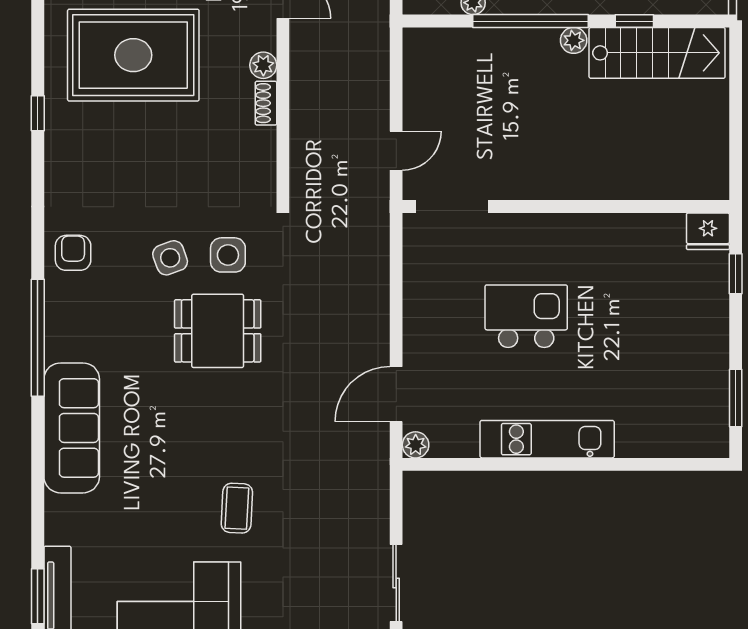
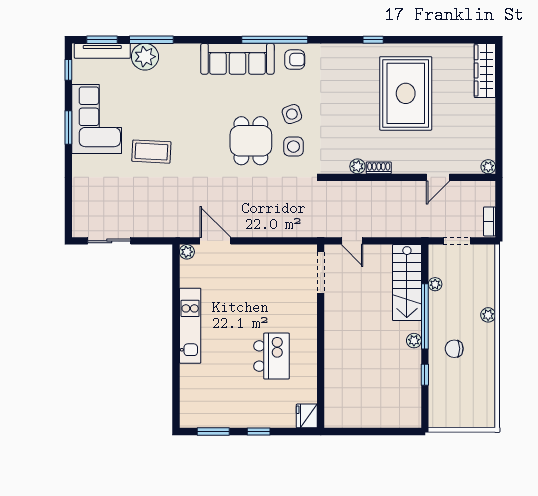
stairs: (657, 53) -> (407, 283), moved
plant: (263, 65) -> (357, 166), moved
window: (736, 274) -> (259, 432), moved
kitchen island: (526, 316) -> (272, 356), moved
window: (38, 338) -> (275, 40), moved
sofa: (72, 428) -> (237, 59), moved
window: (38, 508) -> (151, 40), added
coffee table: (237, 508) -> (151, 152), width x1.36, depth x1.30
plant: (68, 520) -> (145, 57), added

